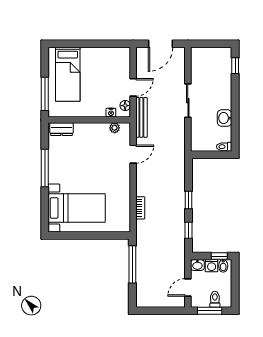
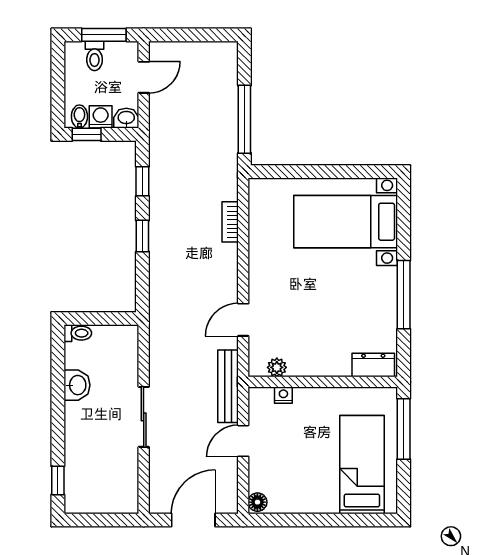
floor lamp: (125, 106) -> (257, 502), moved

